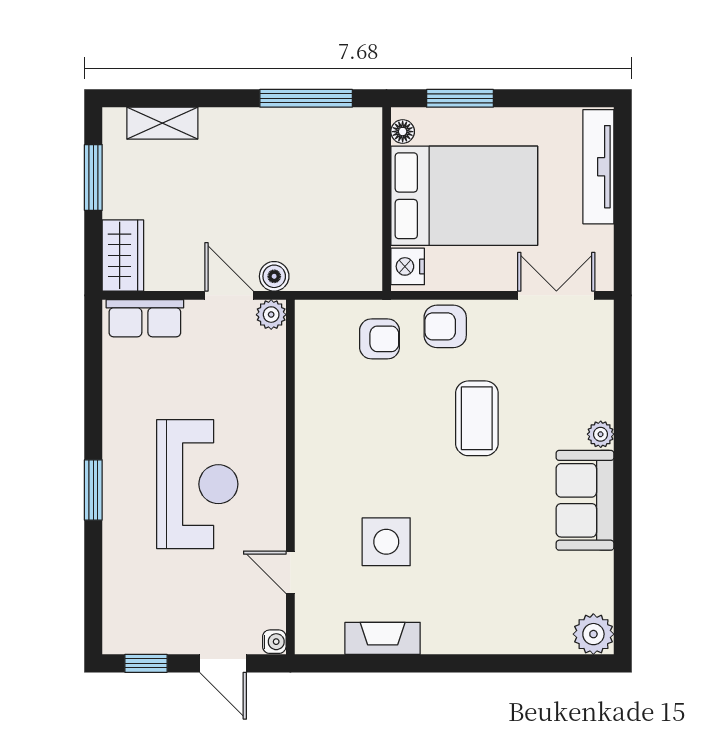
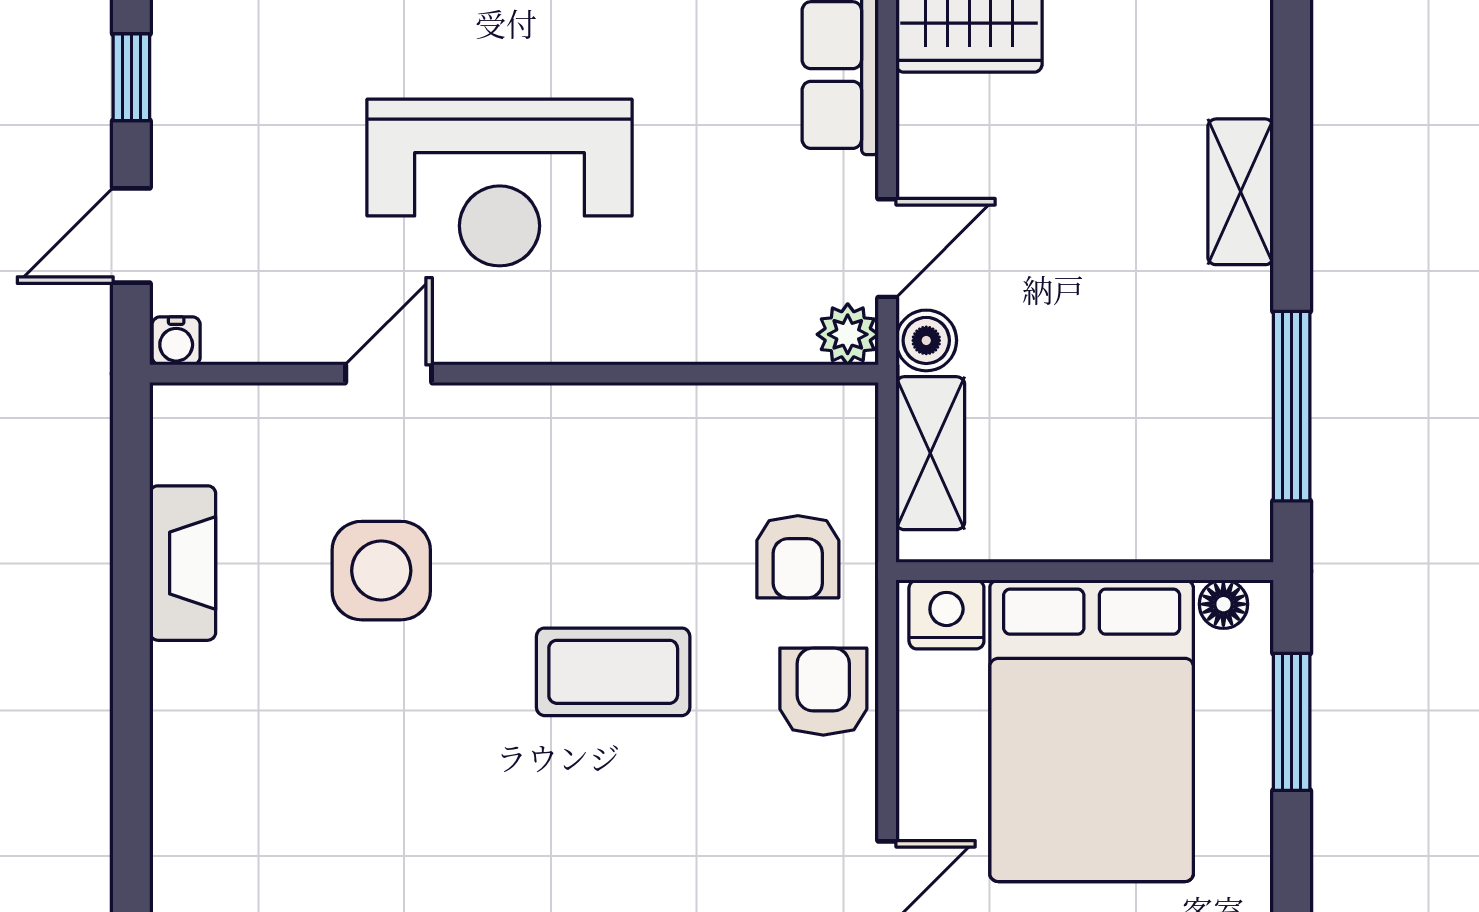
shelving: (162, 123) -> (1241, 192), moved
shelving: (329, 274) -> (930, 453), added
coffee table: (477, 418) -> (613, 672), moved
door: (290, 572) -> (389, 374), moved

